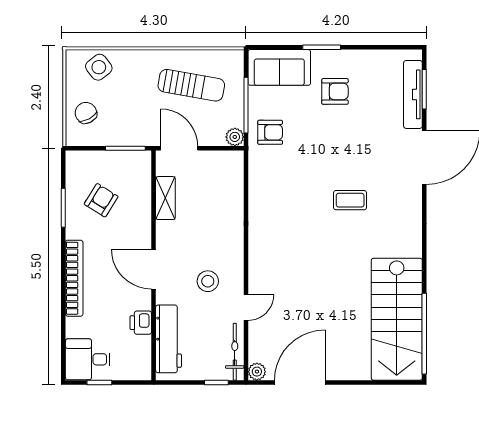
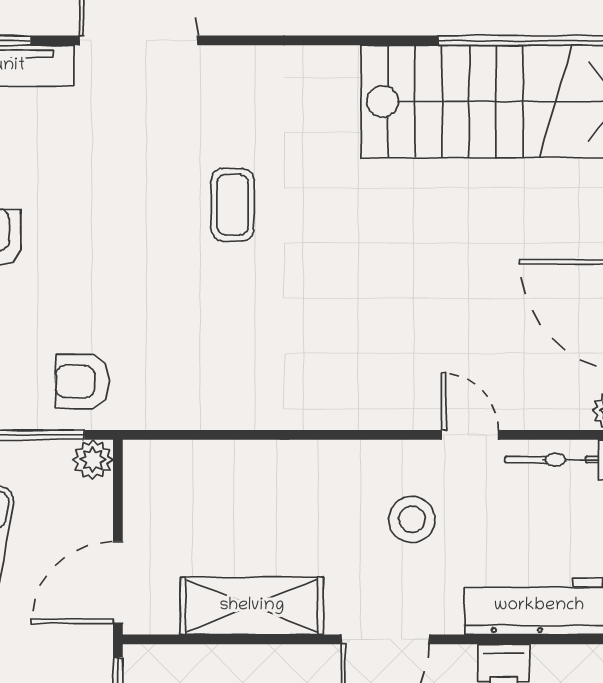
armchair: (270, 132) -> (83, 381), turned -90
shelving: (165, 198) -> (252, 606), width x1.50, depth x1.33

